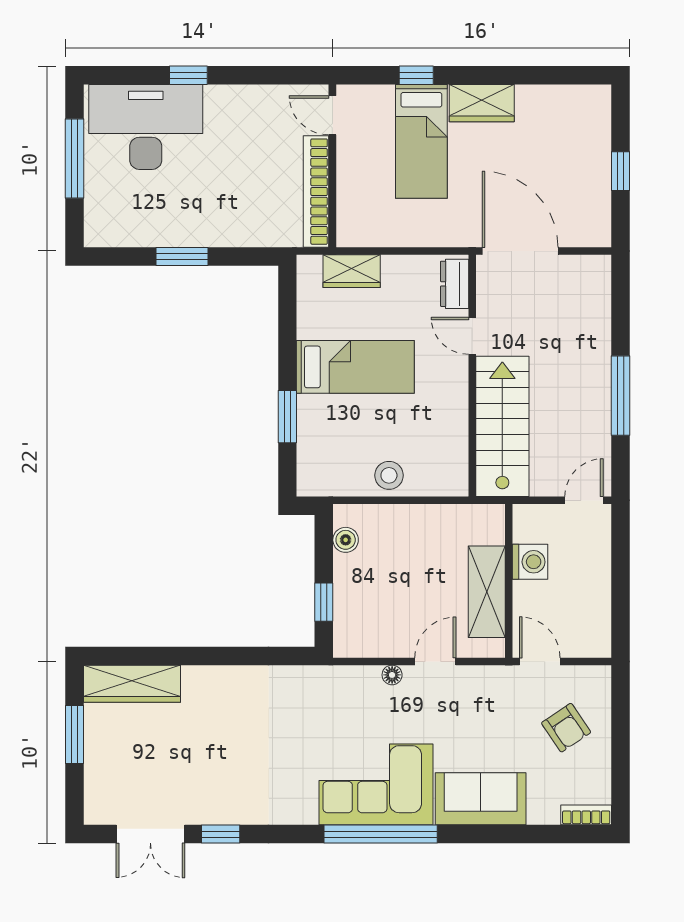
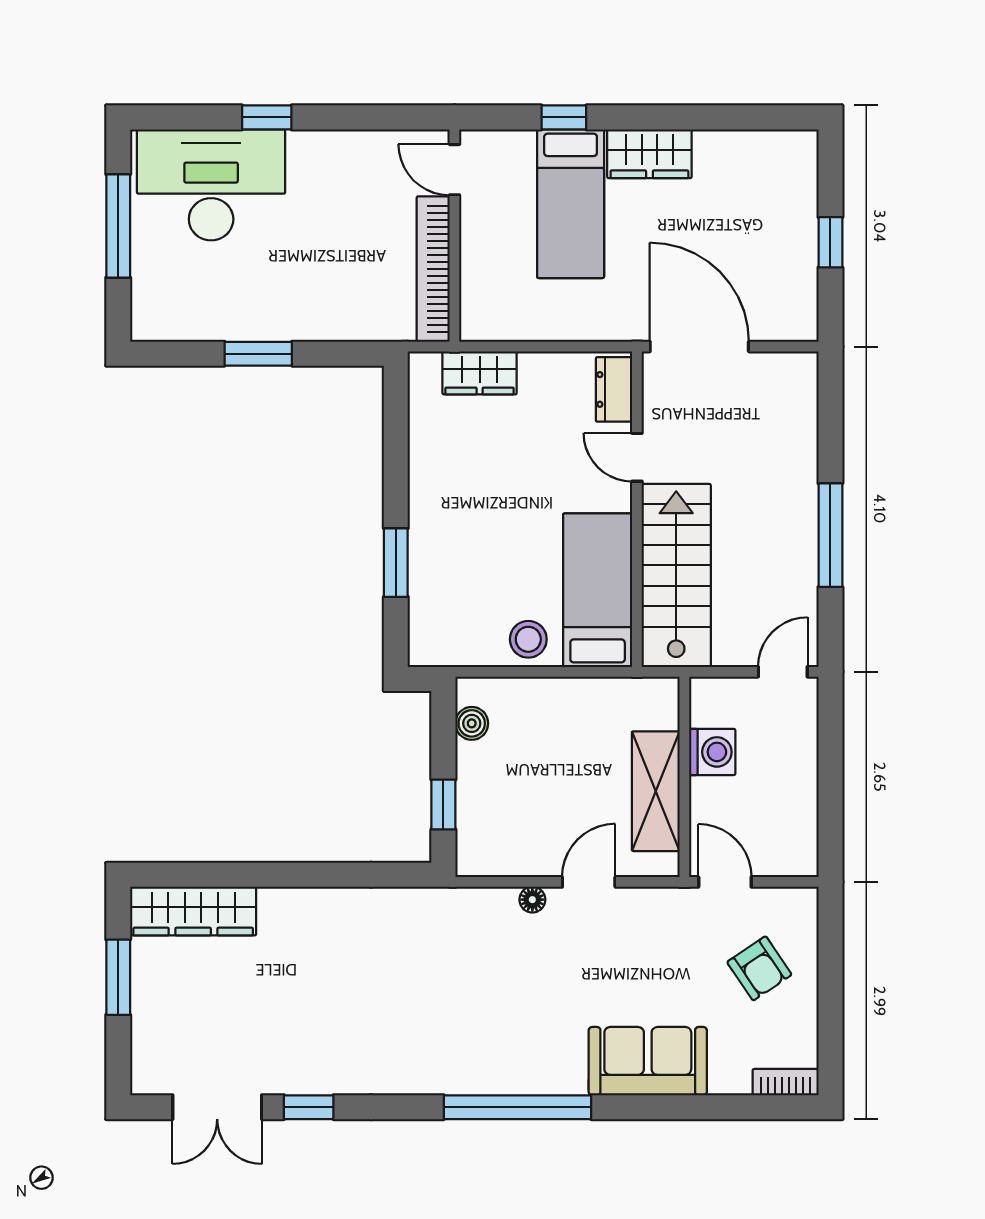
bed: (355, 367) -> (598, 590), moved, turned -90
corner sofa: (376, 784) -> (511, 1042), removed

